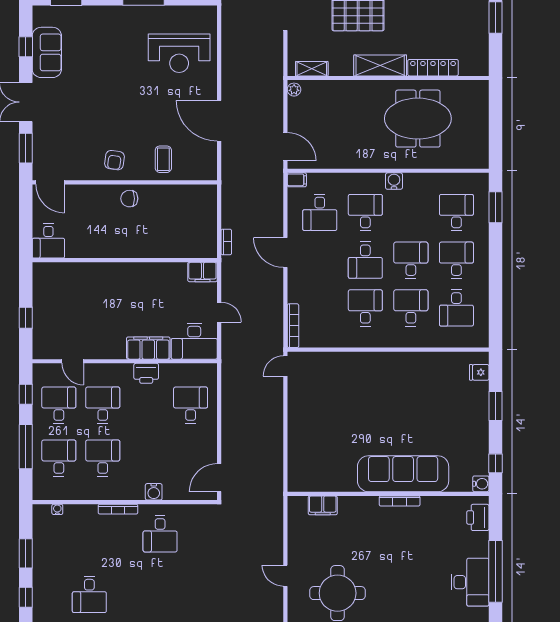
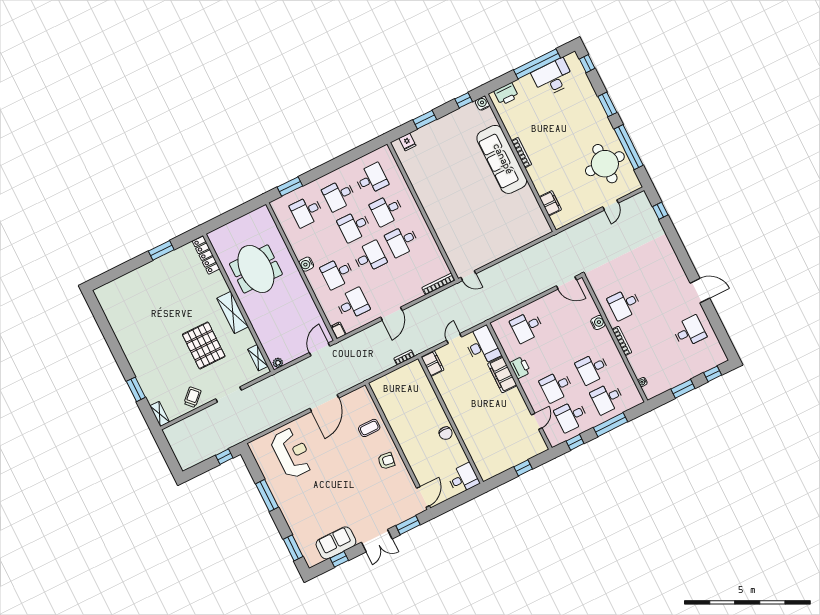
locker: (433, 68) -> (206, 255), moved
chair: (129, 199) -> (446, 433), moved
desk: (160, 534) -> (624, 304), turned 180

